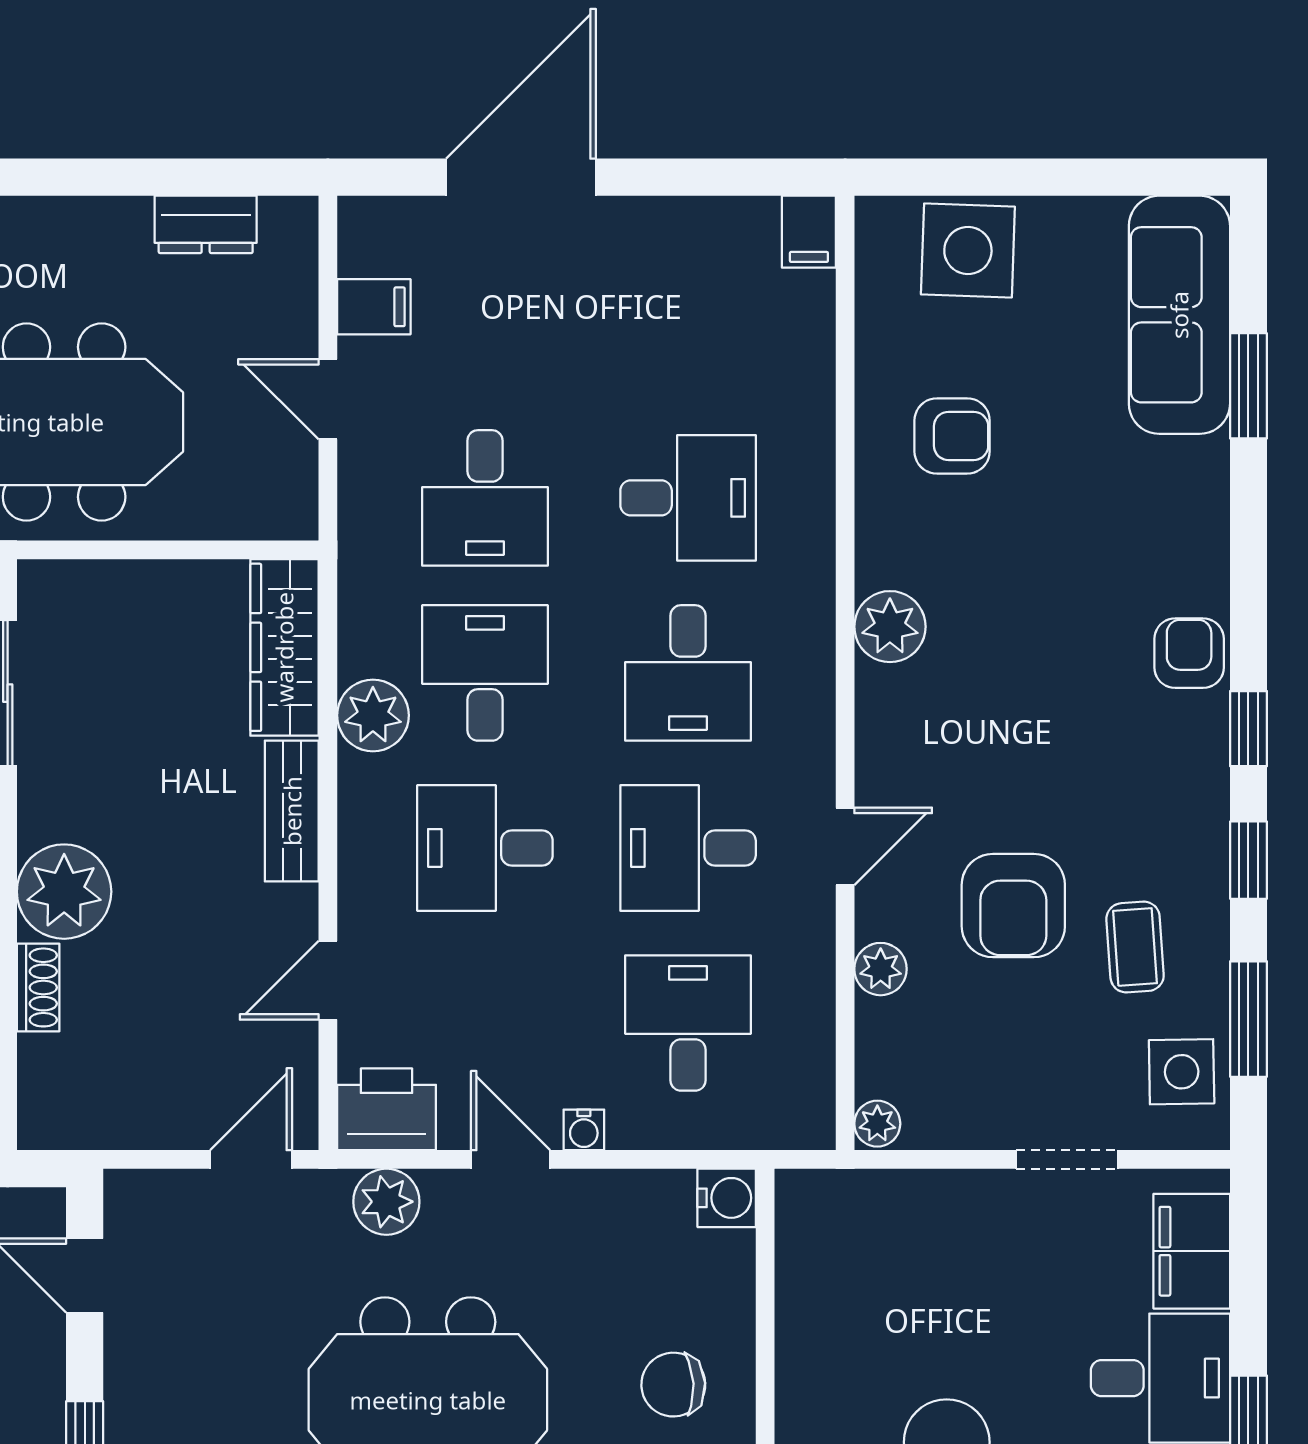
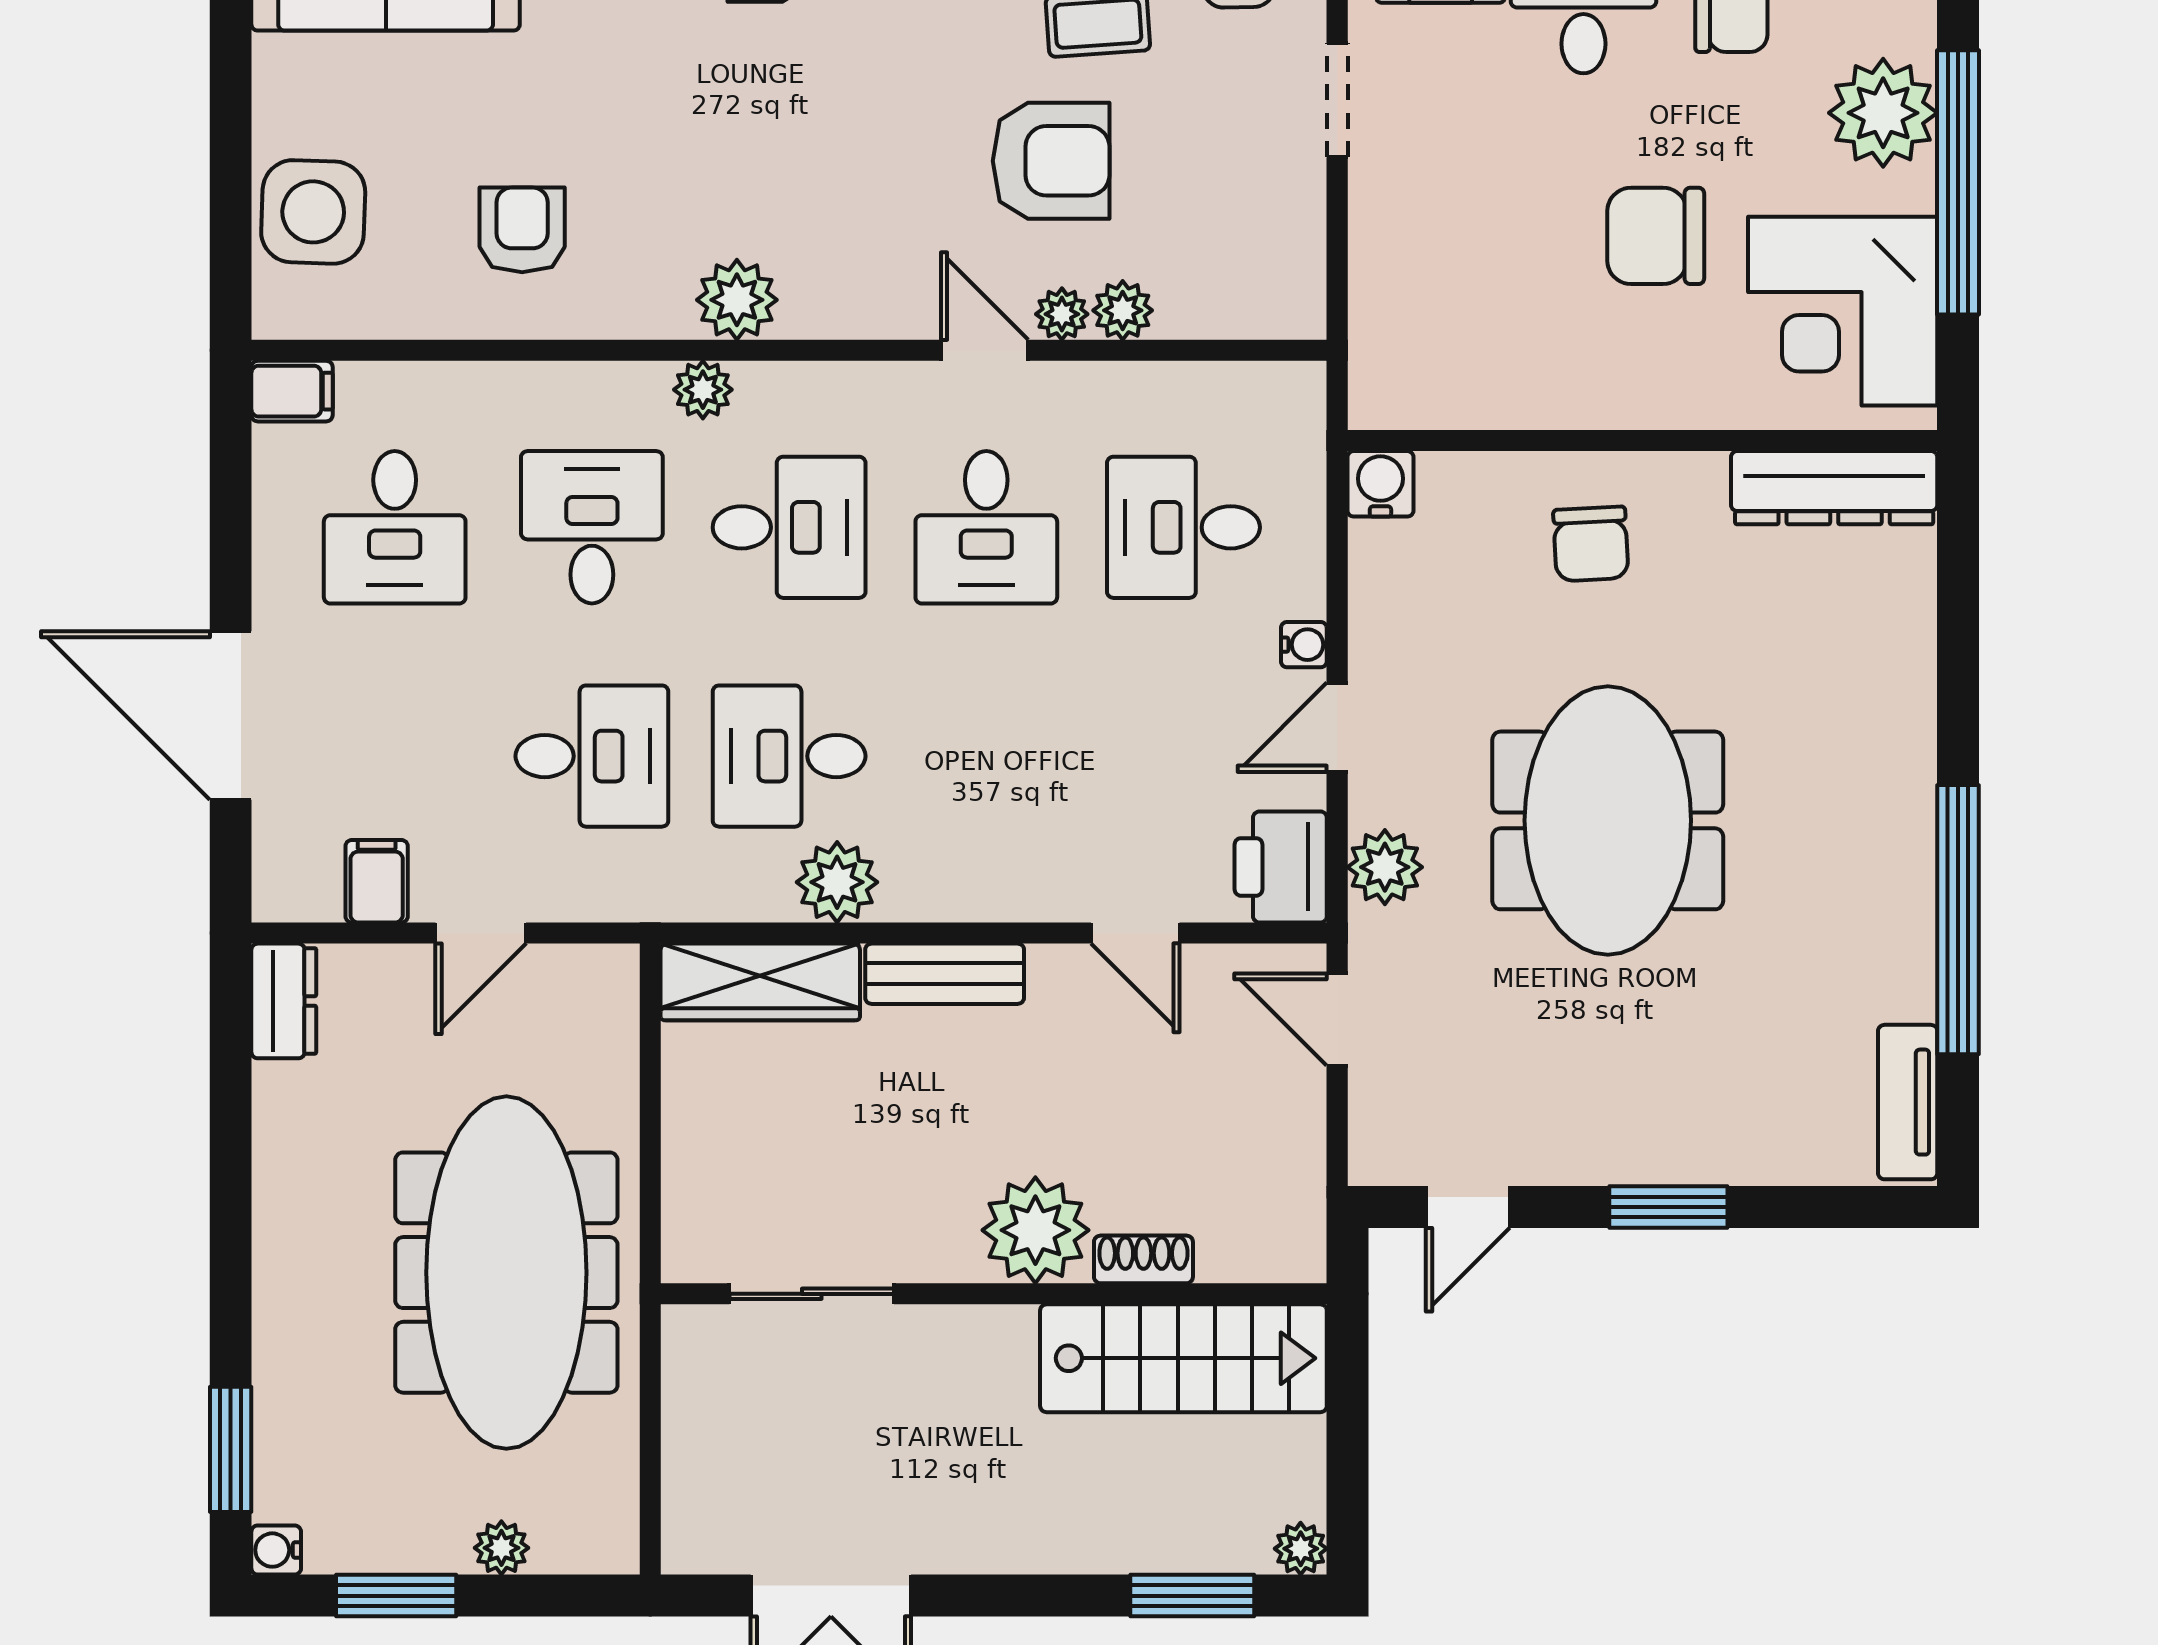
dresser: (206, 224) -> (284, 1001), moved
plant: (810, 596) -> (703, 390), added
desk: (485, 848) -> (395, 527), moved
plant: (877, 1124) -> (1062, 314), moved

